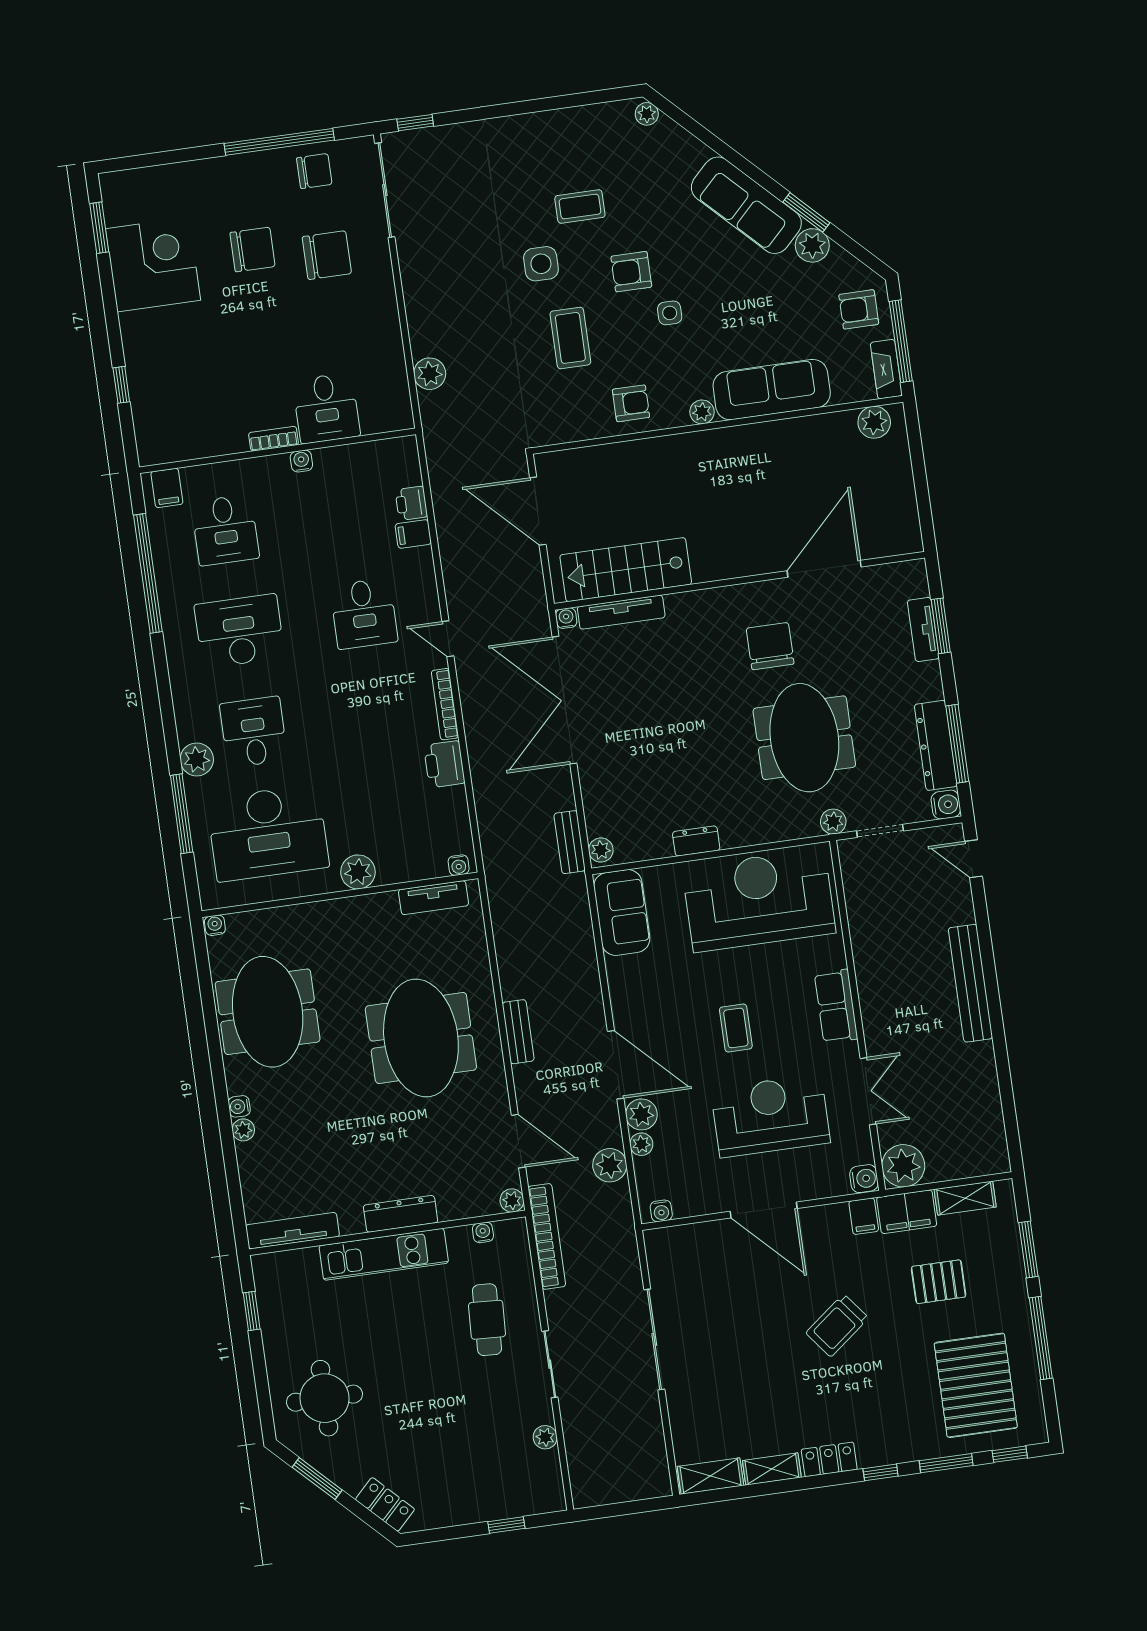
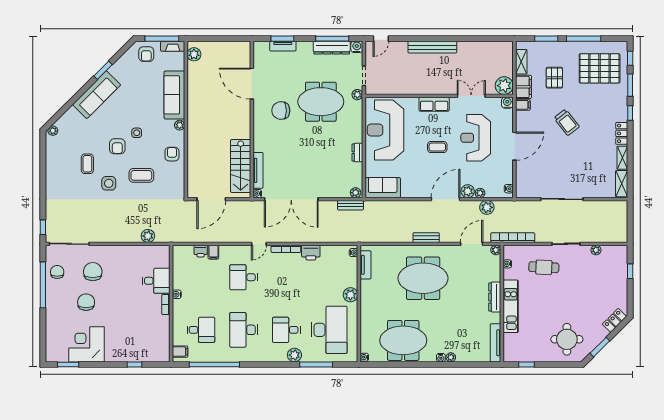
plant: (812, 245) -> (117, 70), removed
desk: (364, 614) -> (244, 277), turned 180

